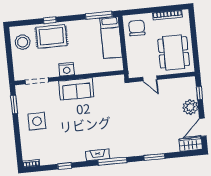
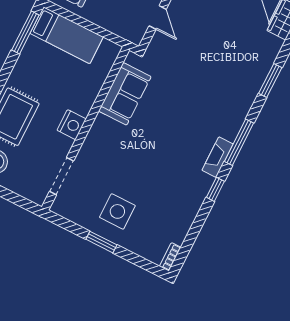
door: (150, 78) -> (158, 18), hinge flipped
sofa: (76, 89) -> (125, 94), moved
window: (14, 104) -> (101, 242), moved
window: (65, 166) -> (215, 189), moved

